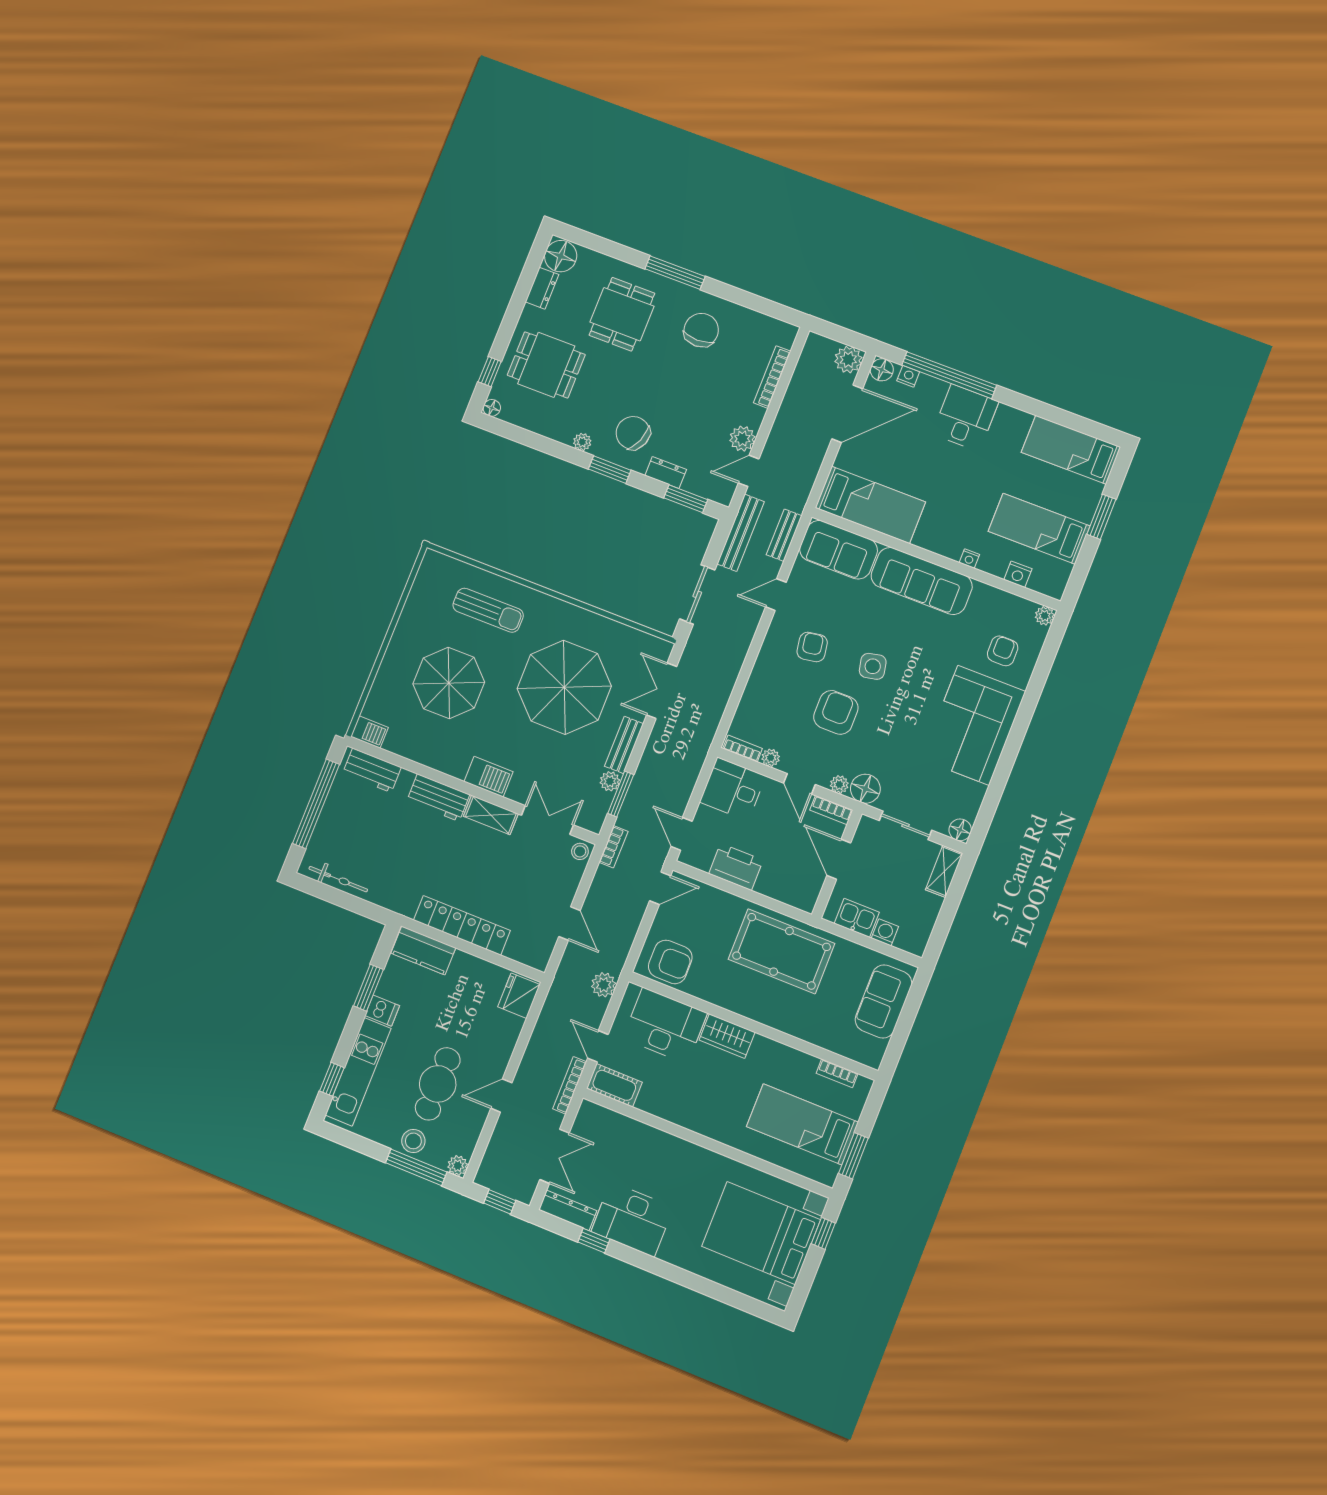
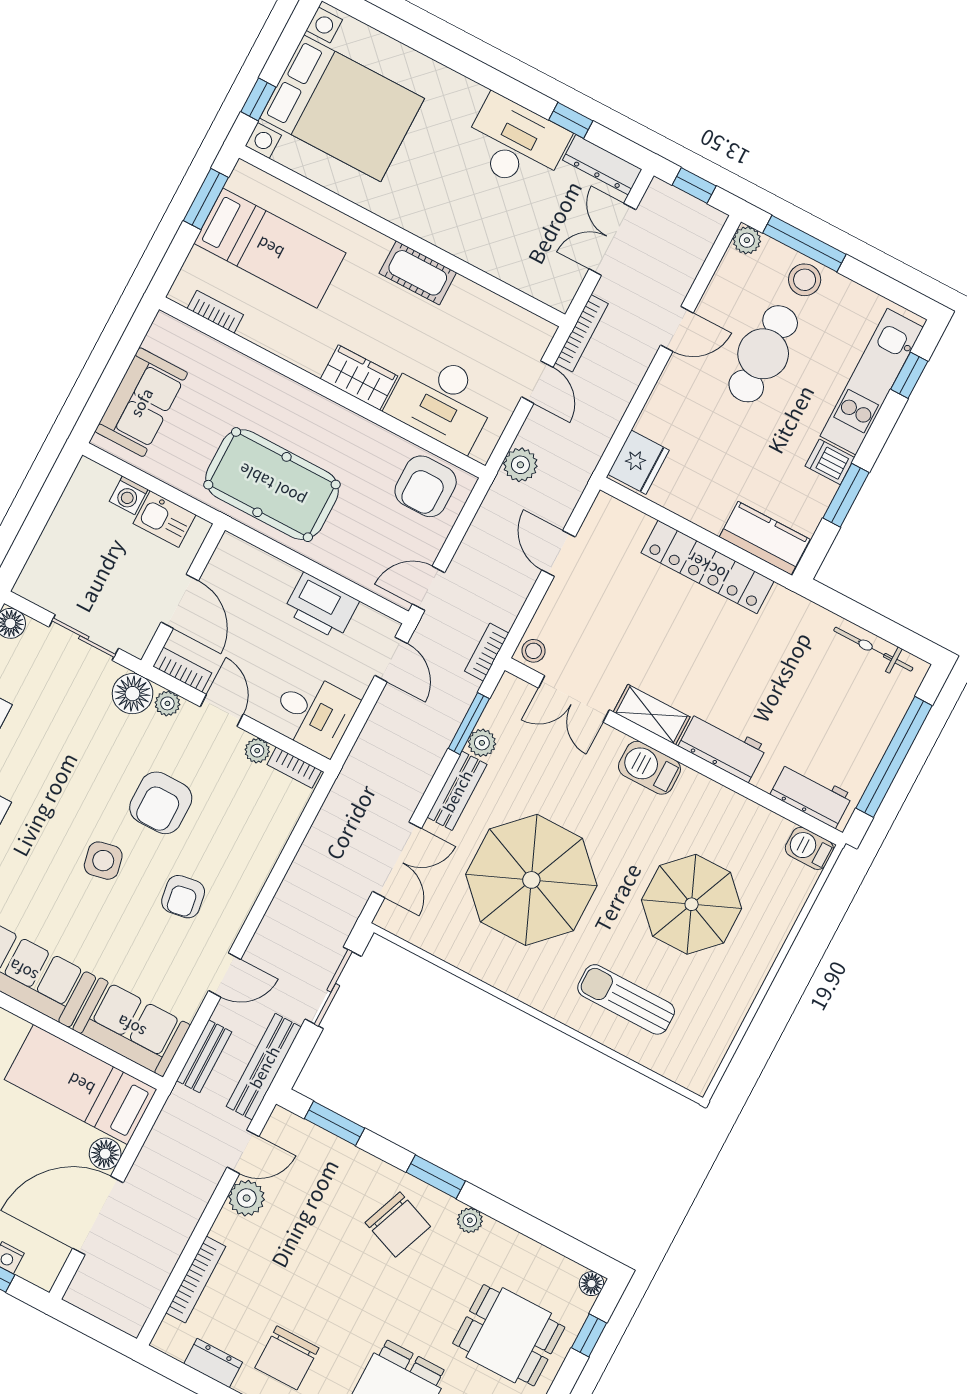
plant: (848, 360) -> (88, 1291), removed
floor lamp: (882, 370) -> (105, 1154), moved
dresser: (666, 473) -> (213, 1363), moved, turned 180
shelving: (944, 871) -> (39, 569), removed
armchair: (670, 962) -> (426, 486), turned -90
cot: (614, 1085) -> (418, 273), moved

